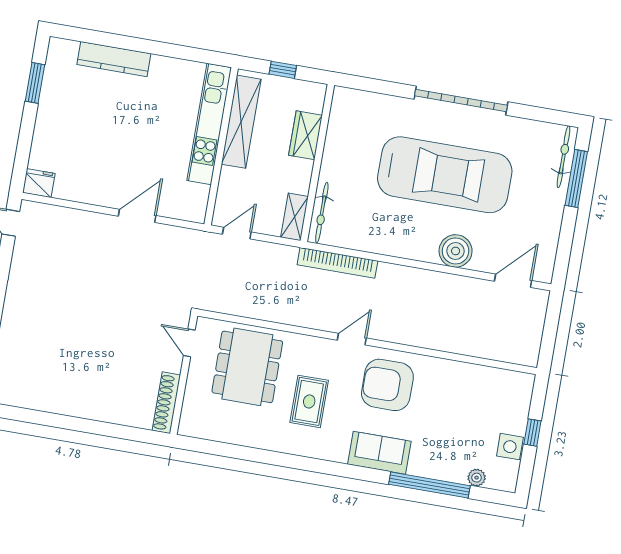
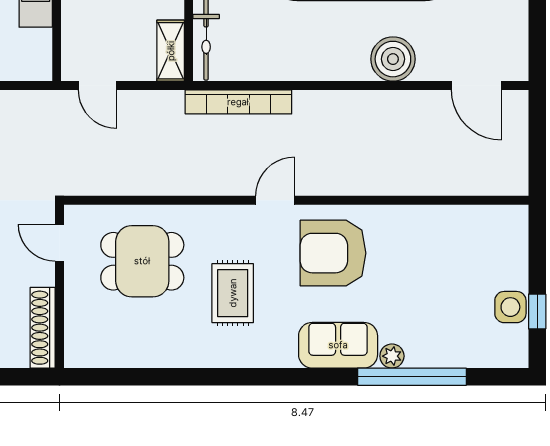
door: (237, 233) -> (98, 86), swing flipped
door: (513, 281) -> (476, 86), swing flipped
dining table: (247, 367) -> (142, 261), width x0.73
window: (532, 433) -> (537, 311), moved
plant: (477, 478) -> (392, 356), moved

